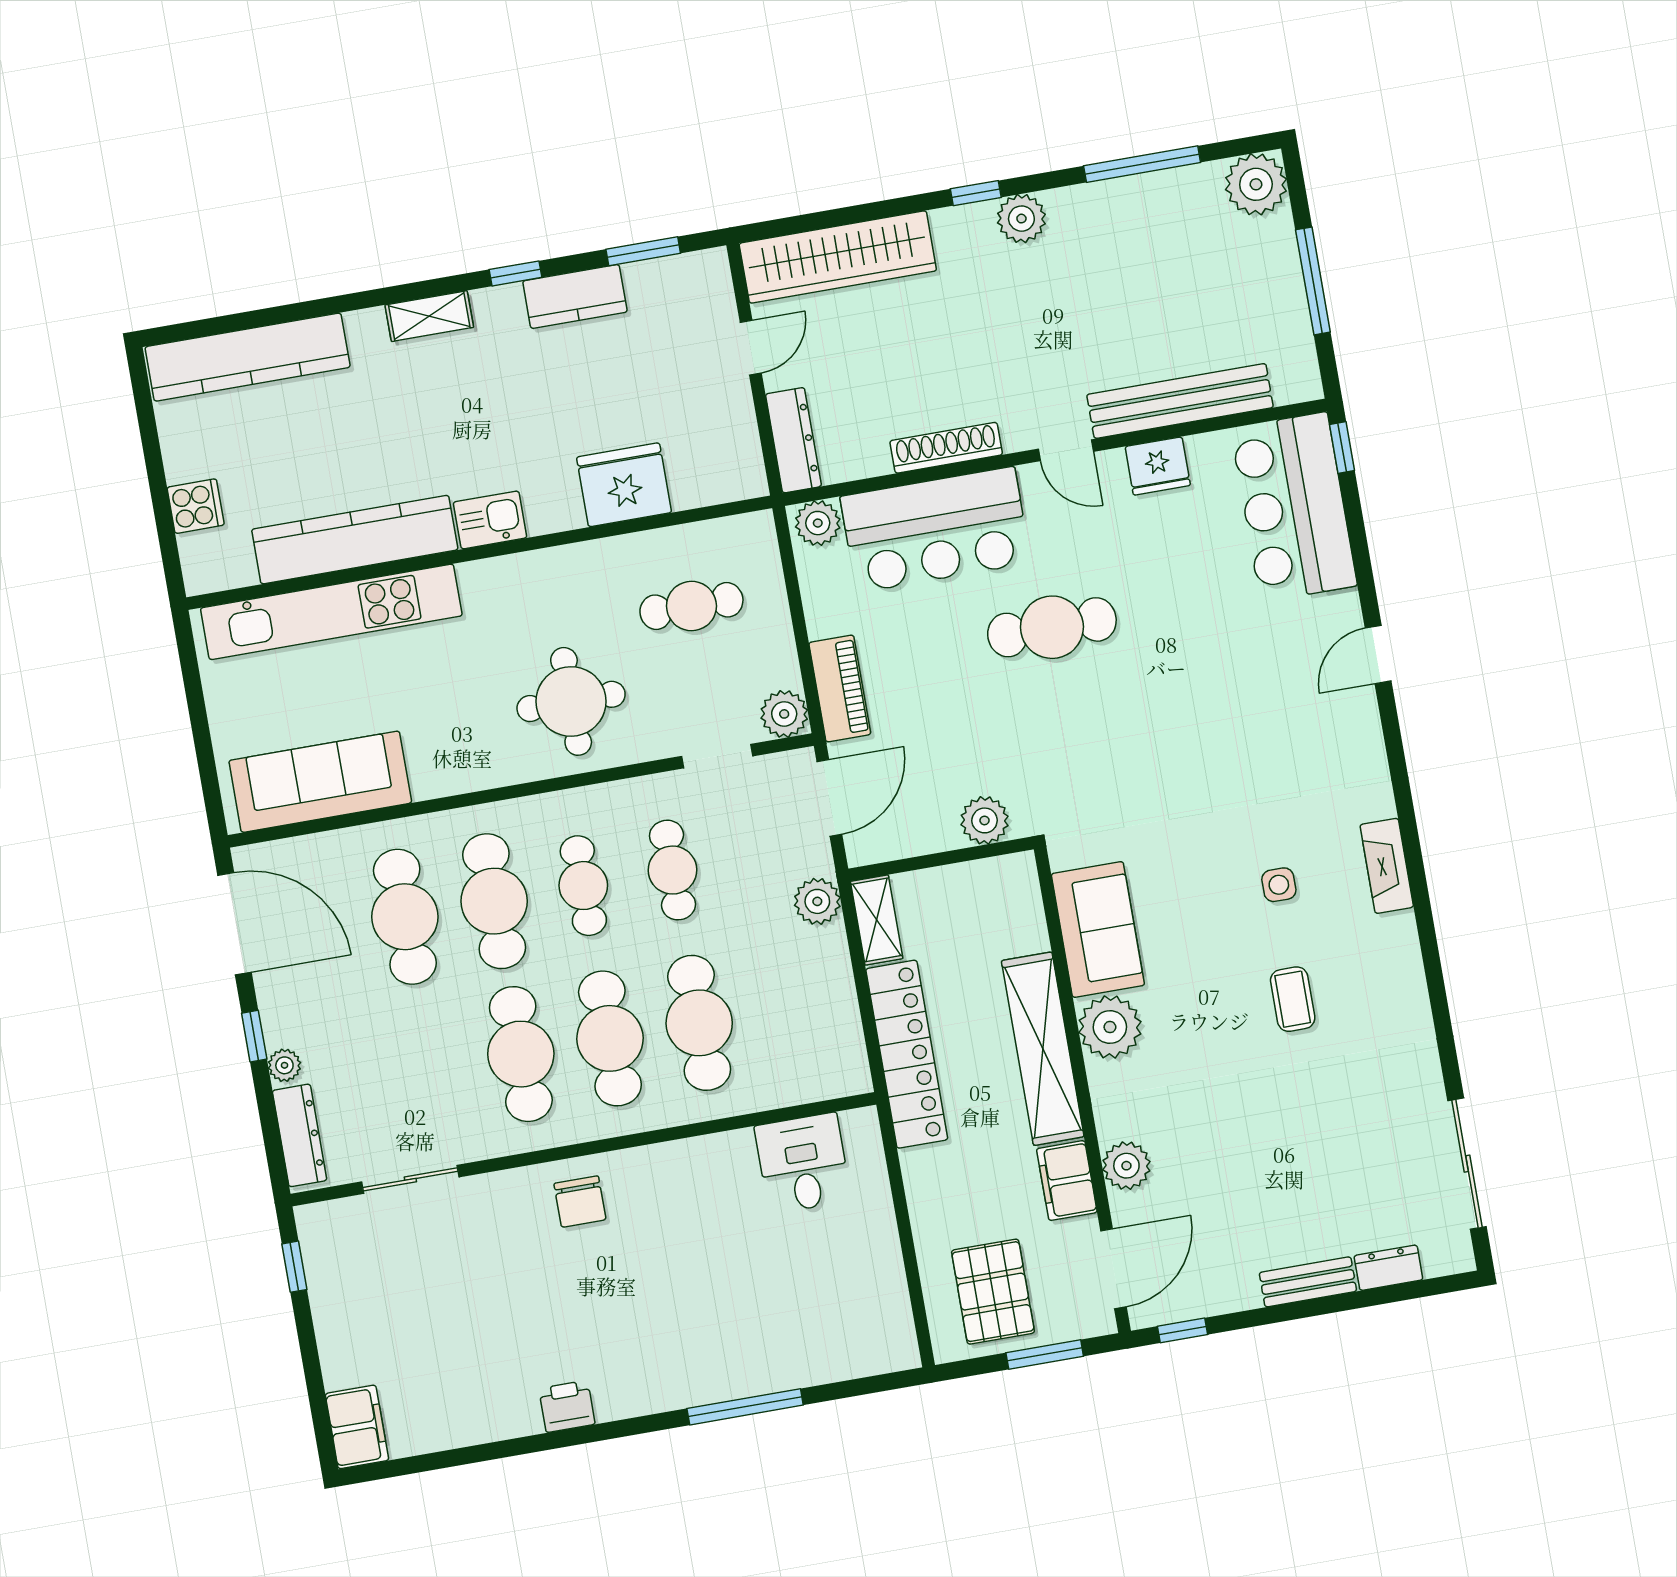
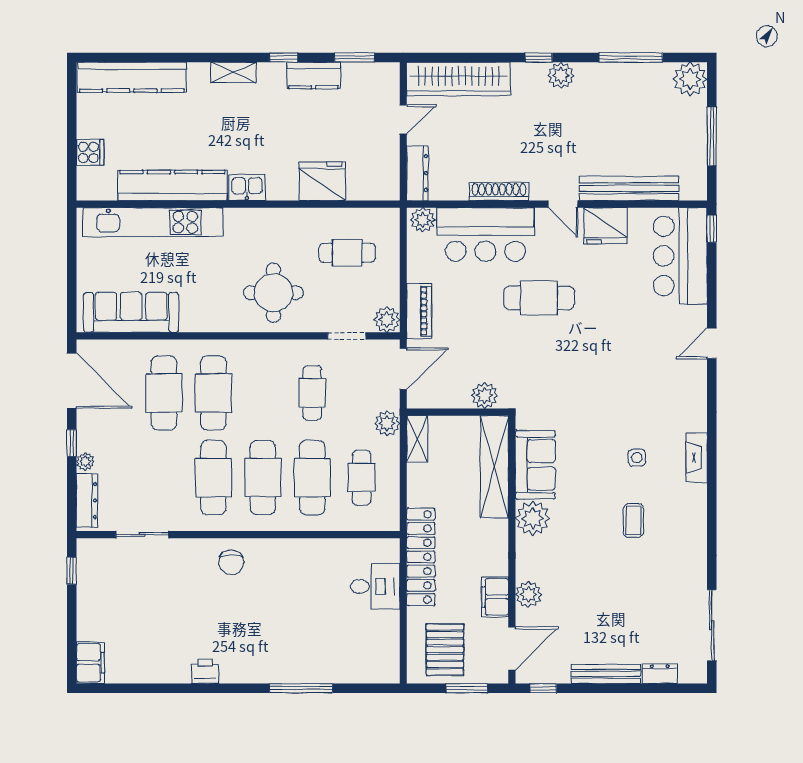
fridge: (1158, 466) -> (605, 226), width x1.36, depth x1.34
cafe table: (583, 886) -> (362, 478), moved
shelving: (1043, 1049) -> (494, 467), moved
locker: (907, 1054) -> (421, 557), moved
desk: (803, 1163) -> (375, 586), moved, turned 90
bench: (1308, 1282) -> (606, 674), width x1.36

